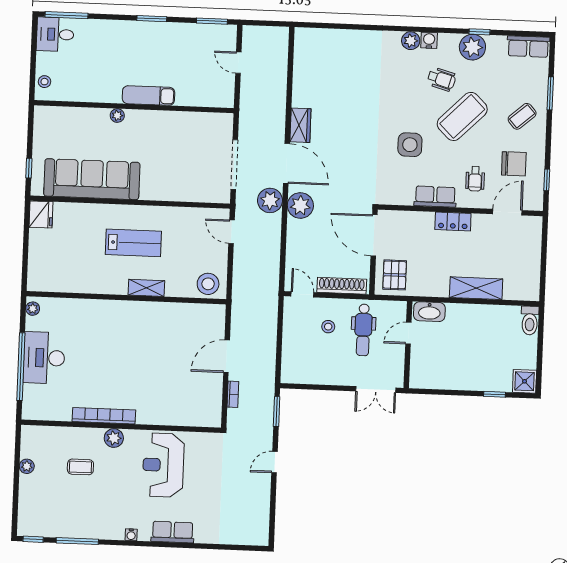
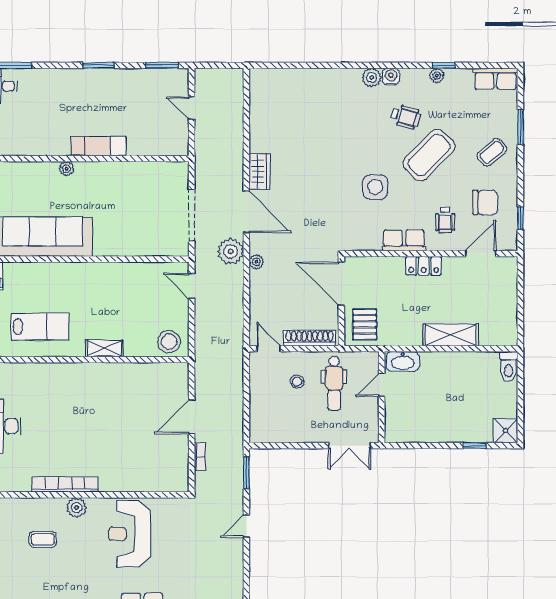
plant: (472, 47) -> (437, 75), width x0.53, depth x0.53
plant: (300, 205) -> (256, 262), width x0.53, depth x0.53
lab bench: (133, 243) -> (40, 327), moved

